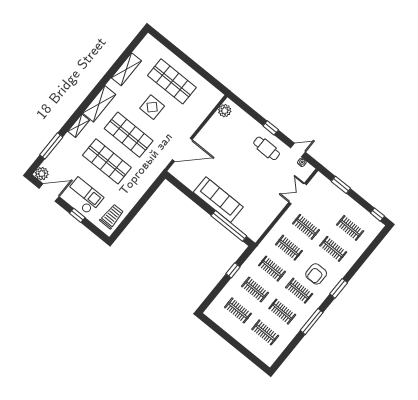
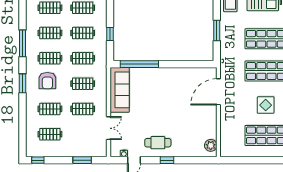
sofa: (218, 200) -> (120, 90), moved, turned -90
window: (142, 202) -> (217, 30), added
armchair: (316, 274) -> (47, 81), turned 180

